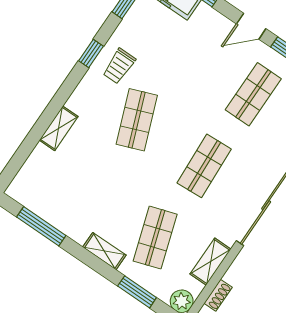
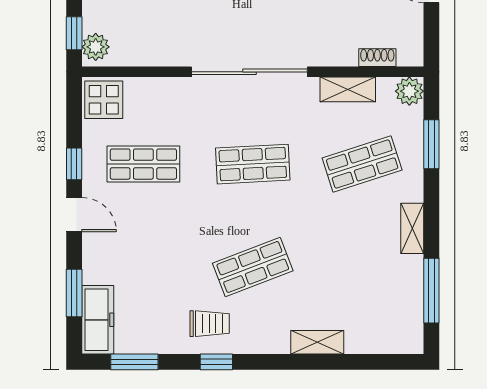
shelving: (104, 251) -> (412, 228), moved

